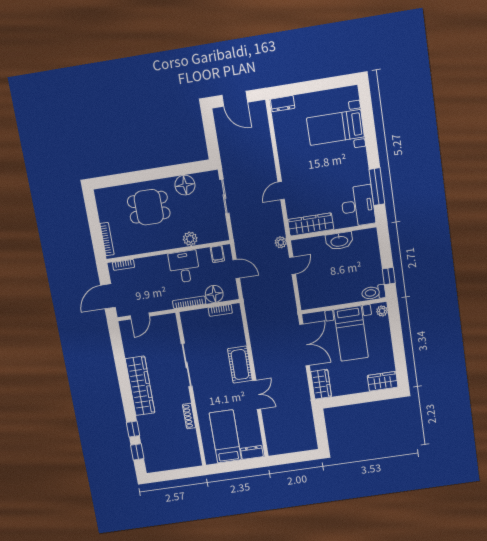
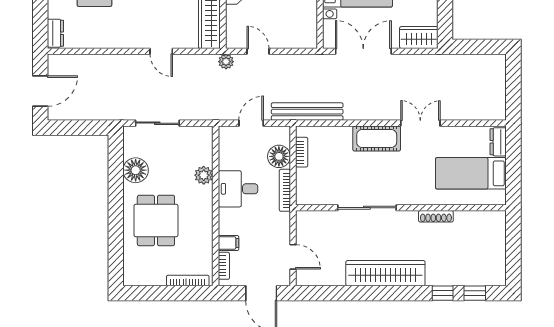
filing cabinet: (217, 254) -> (228, 243), moved
bench: (252, 310) -> (307, 112), added

